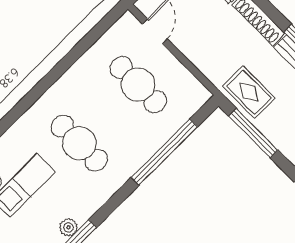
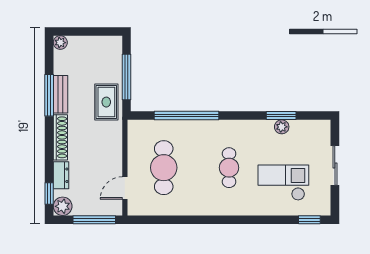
cafe table: (79, 143) -> (229, 168), width x0.73, depth x0.74

